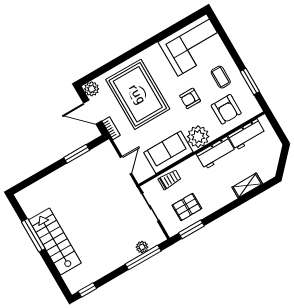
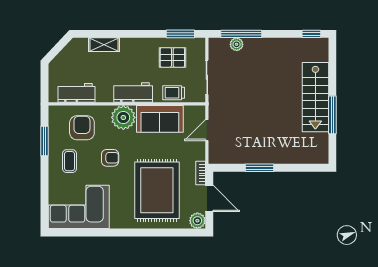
workbench: (216, 153) -> (133, 92), moved
window: (77, 154) -> (260, 168), moved

